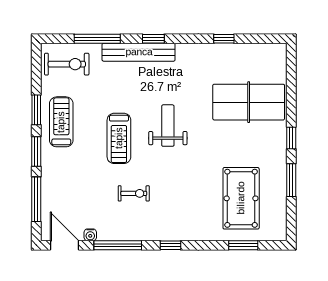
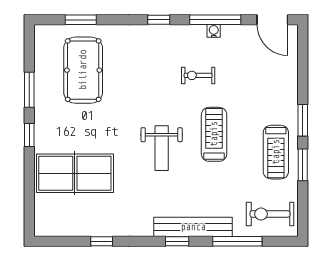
window: (36, 199) -> (303, 69), removed
water cooler: (90, 235) -> (214, 31), moved

